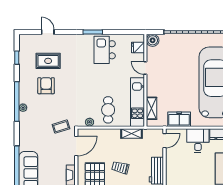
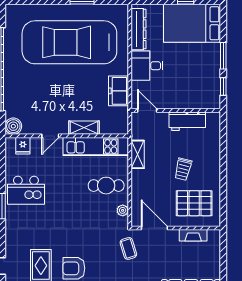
shelving: (151, 108) -> (84, 128), moved

